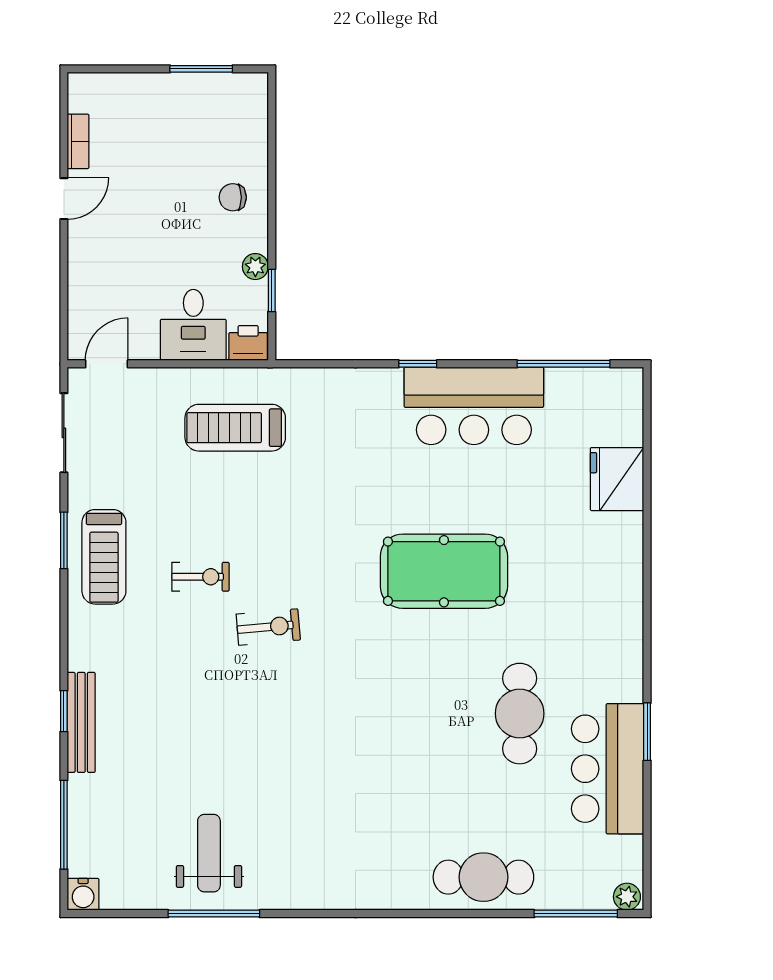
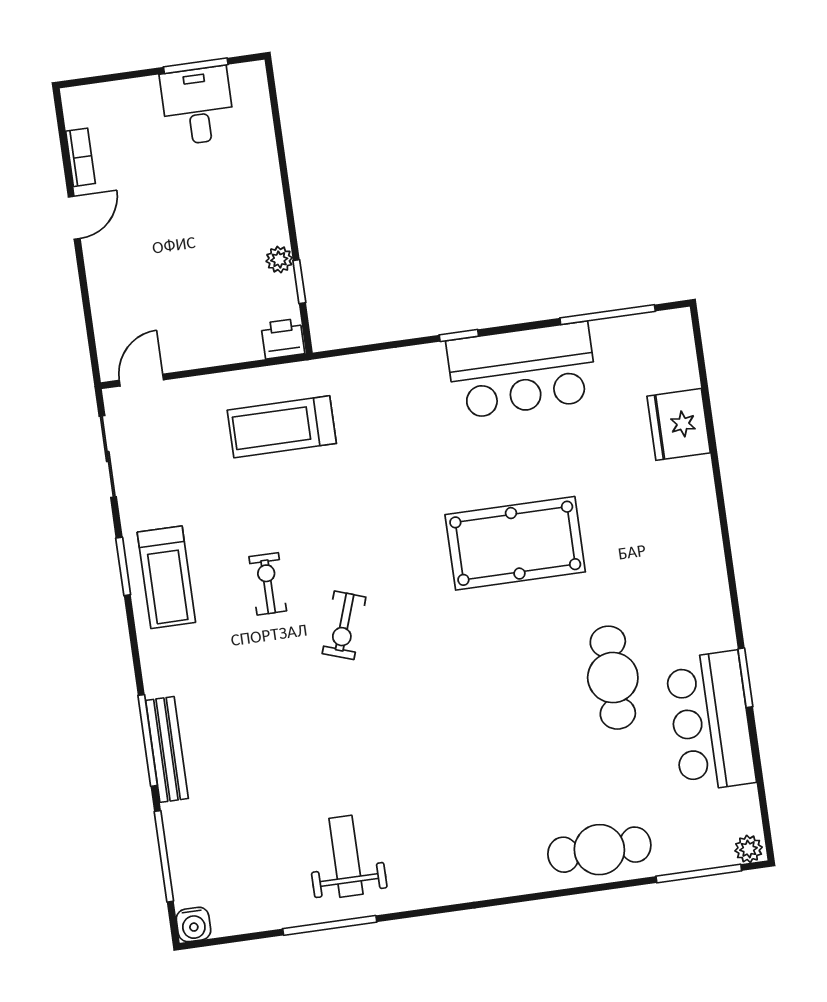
chair: (233, 197) -> (246, 192), removed
desk: (193, 325) -> (198, 106), moved, turned 180
exercise bike: (200, 577) -> (268, 584), turned -90
exercise bike: (268, 627) -> (344, 625), turned 114
window: (64, 711) -> (148, 740), width x2.17
weight bench: (209, 853) -> (346, 856), moved

